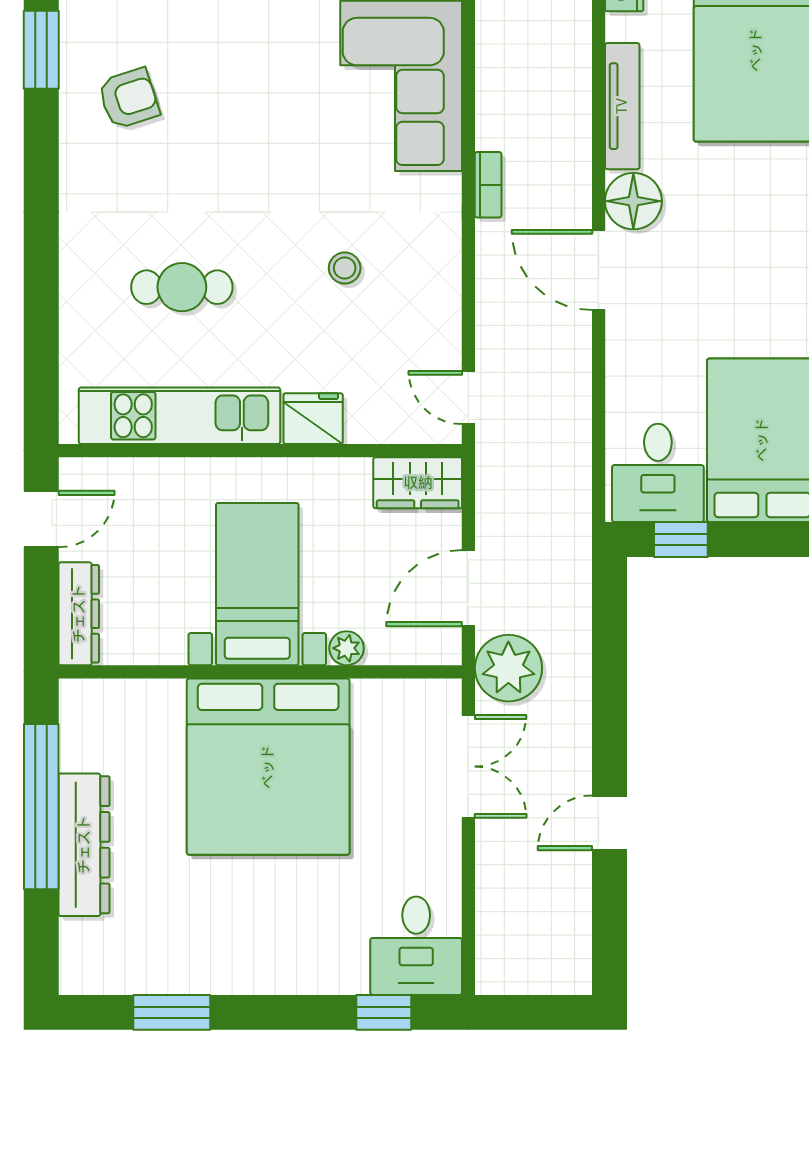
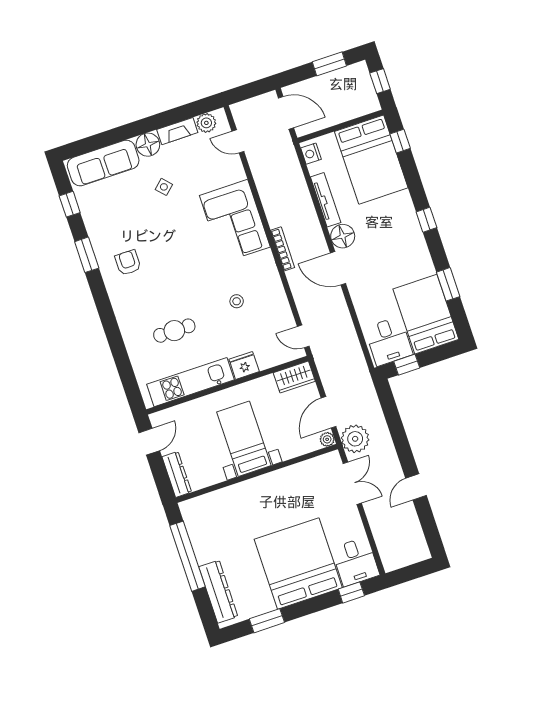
armchair: (129, 99) -> (128, 263), turned -72
bookcase: (488, 185) -> (283, 249), width x1.56
plant: (347, 648) -> (327, 439), moved
bed: (268, 767) -> (298, 563), moved, turned 180
dresser: (84, 845) -> (218, 592), moved

